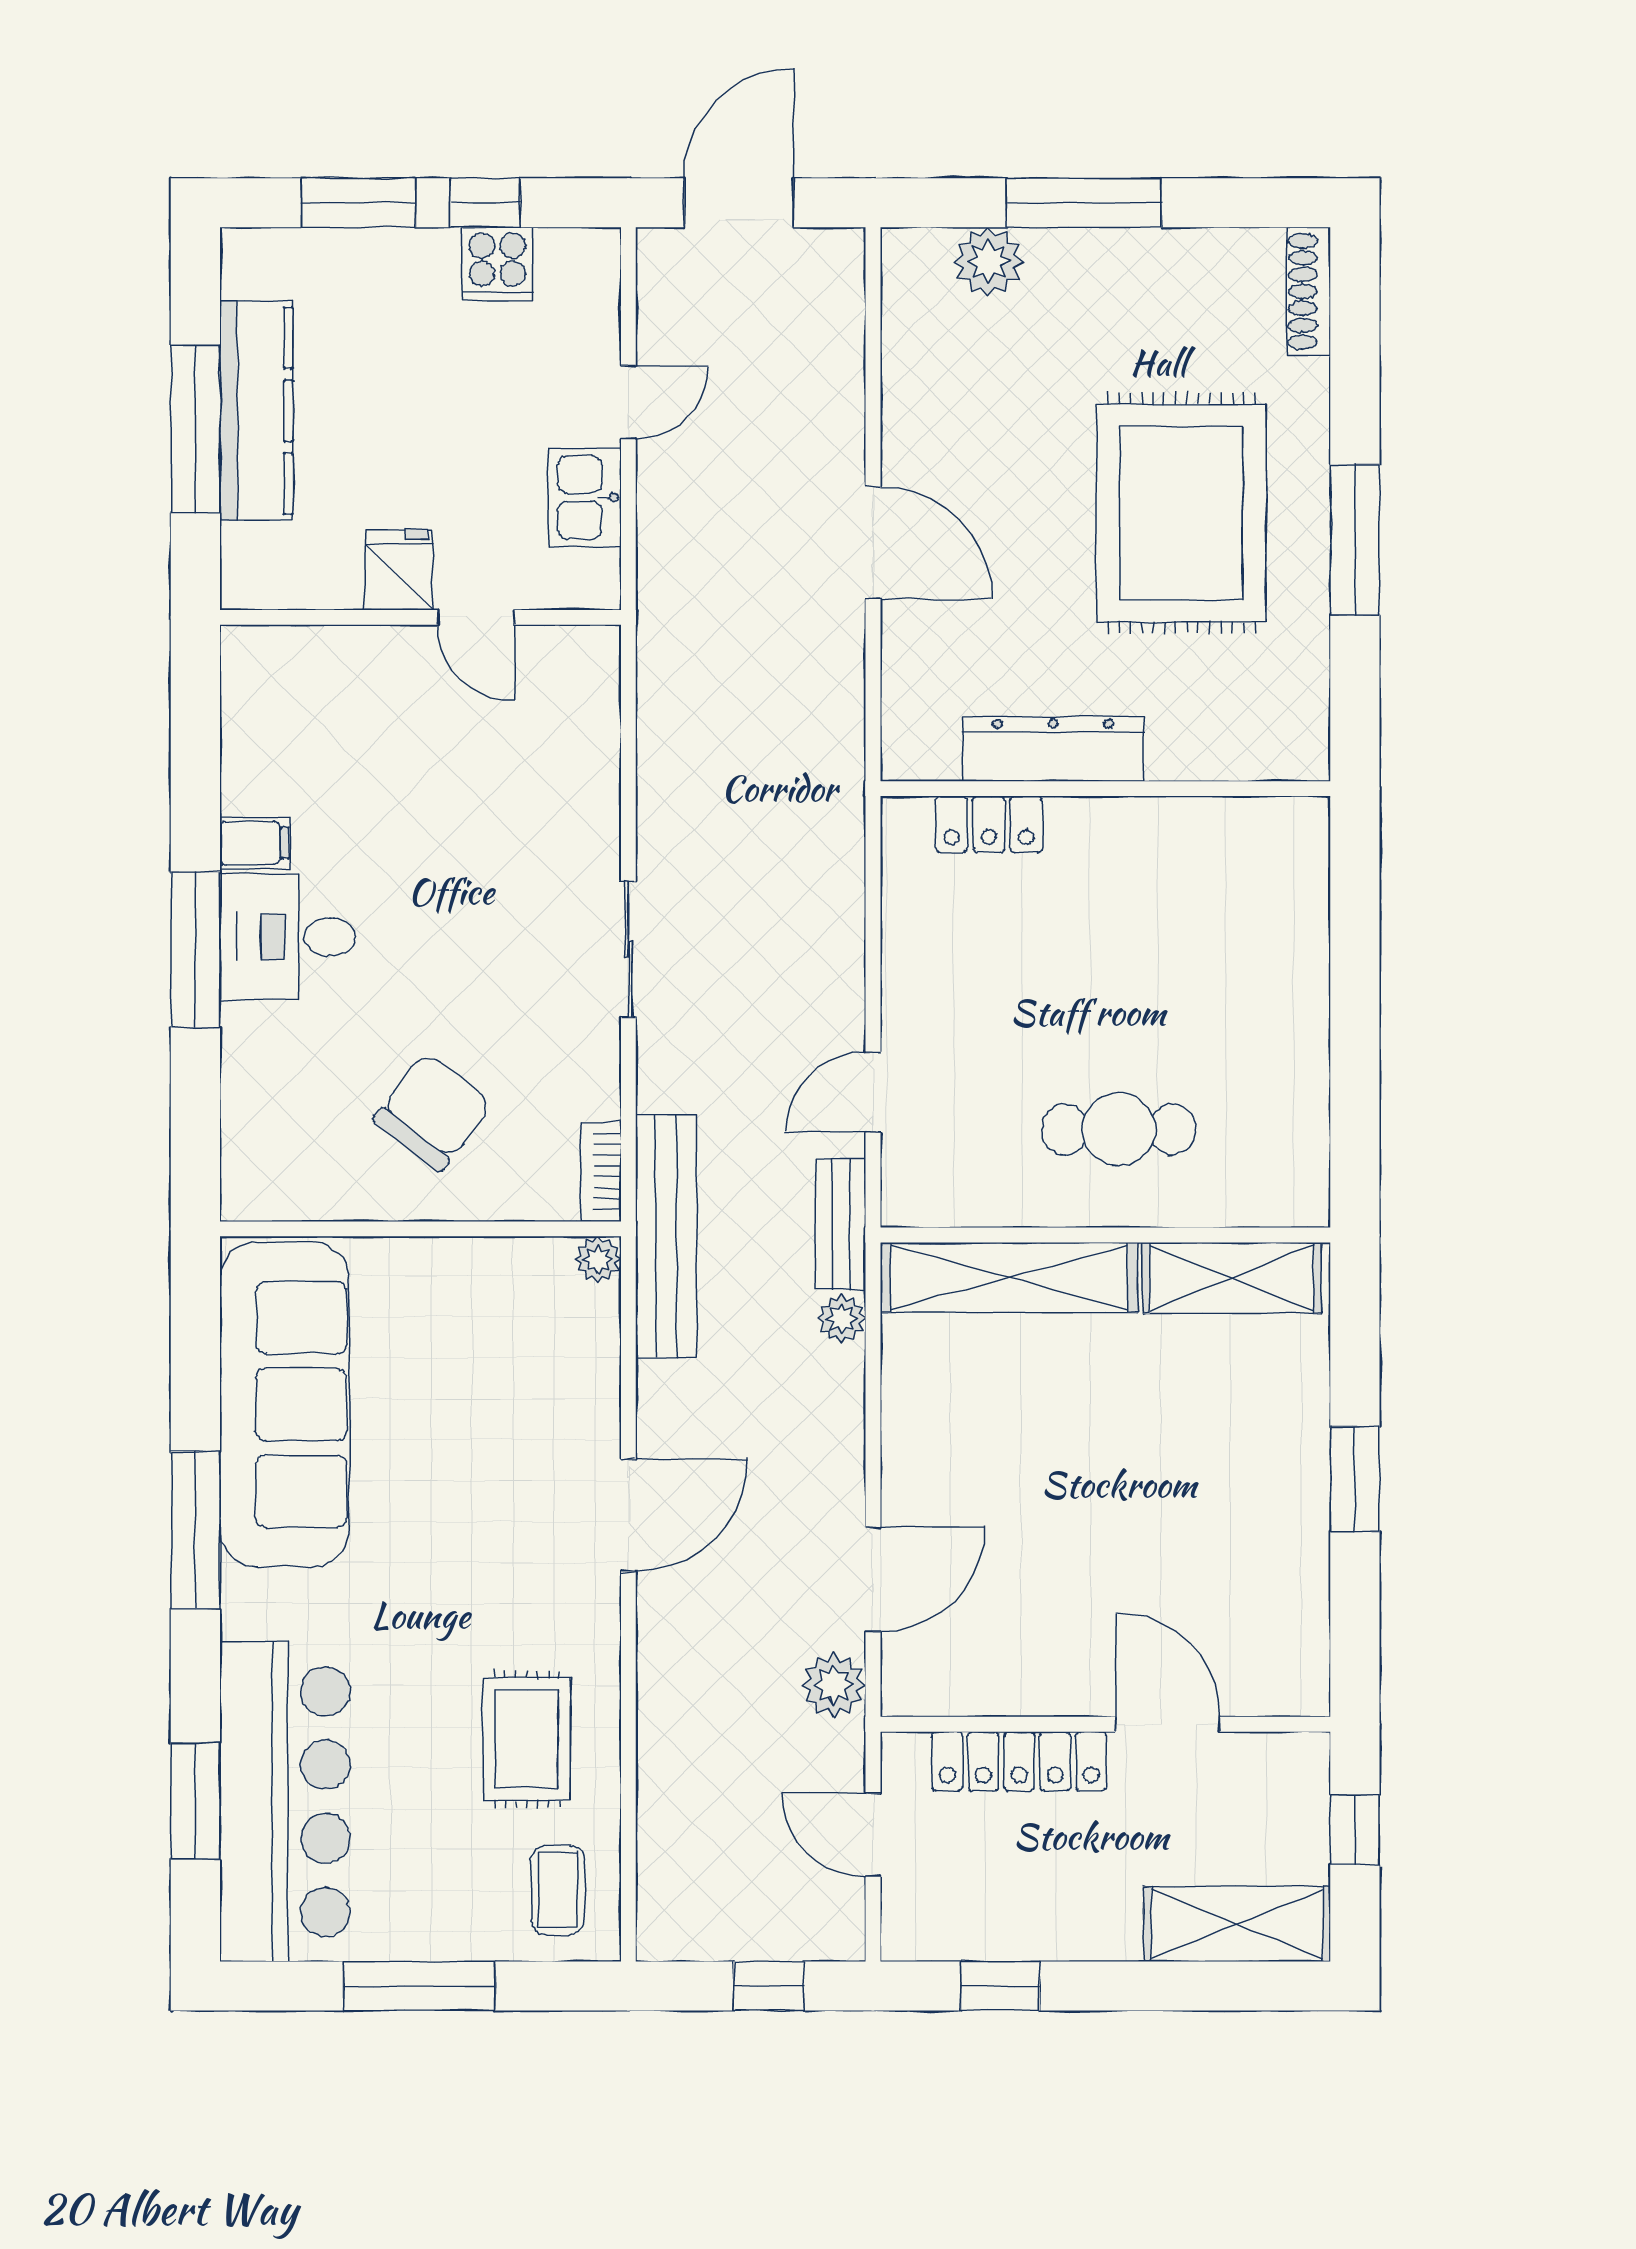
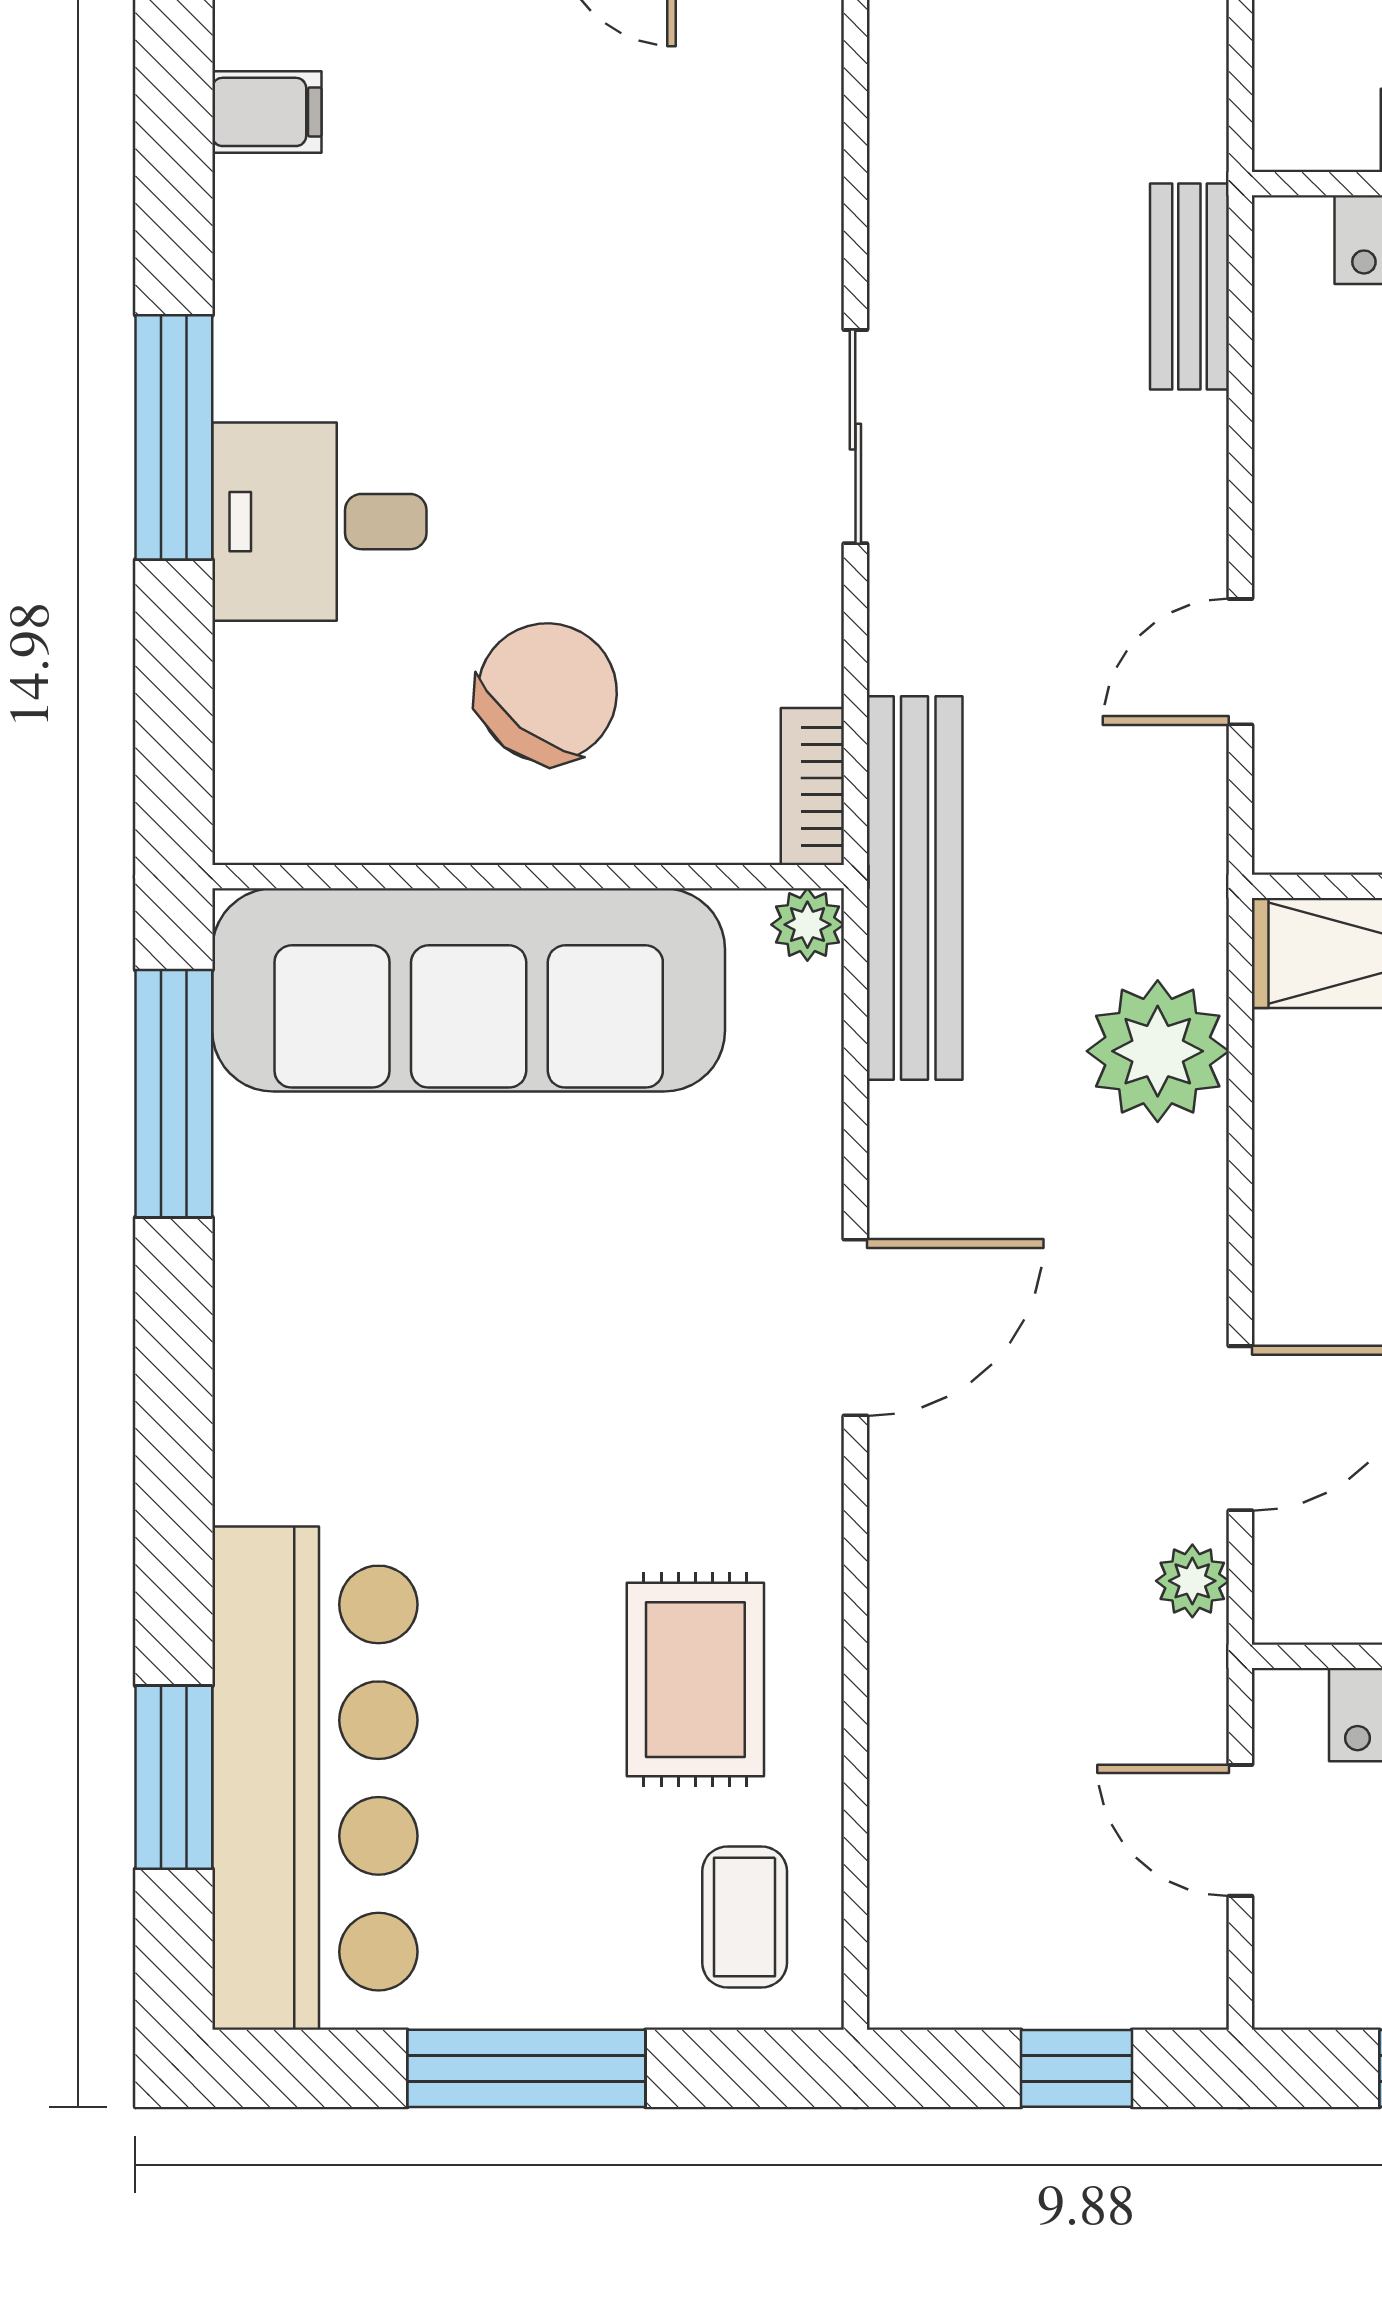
filing cabinet: (254, 843) -> (267, 112), moved
desk: (288, 937) -> (319, 522), moved
bench: (841, 1224) -> (1189, 287), moved
plant: (842, 1319) -> (1158, 1051), width x1.88, depth x1.88
sofa: (284, 1404) -> (469, 990), moved, turned 90
window: (195, 1530) -> (174, 1094), moved
plant: (834, 1685) -> (1192, 1581), width x0.73, depth x0.73

